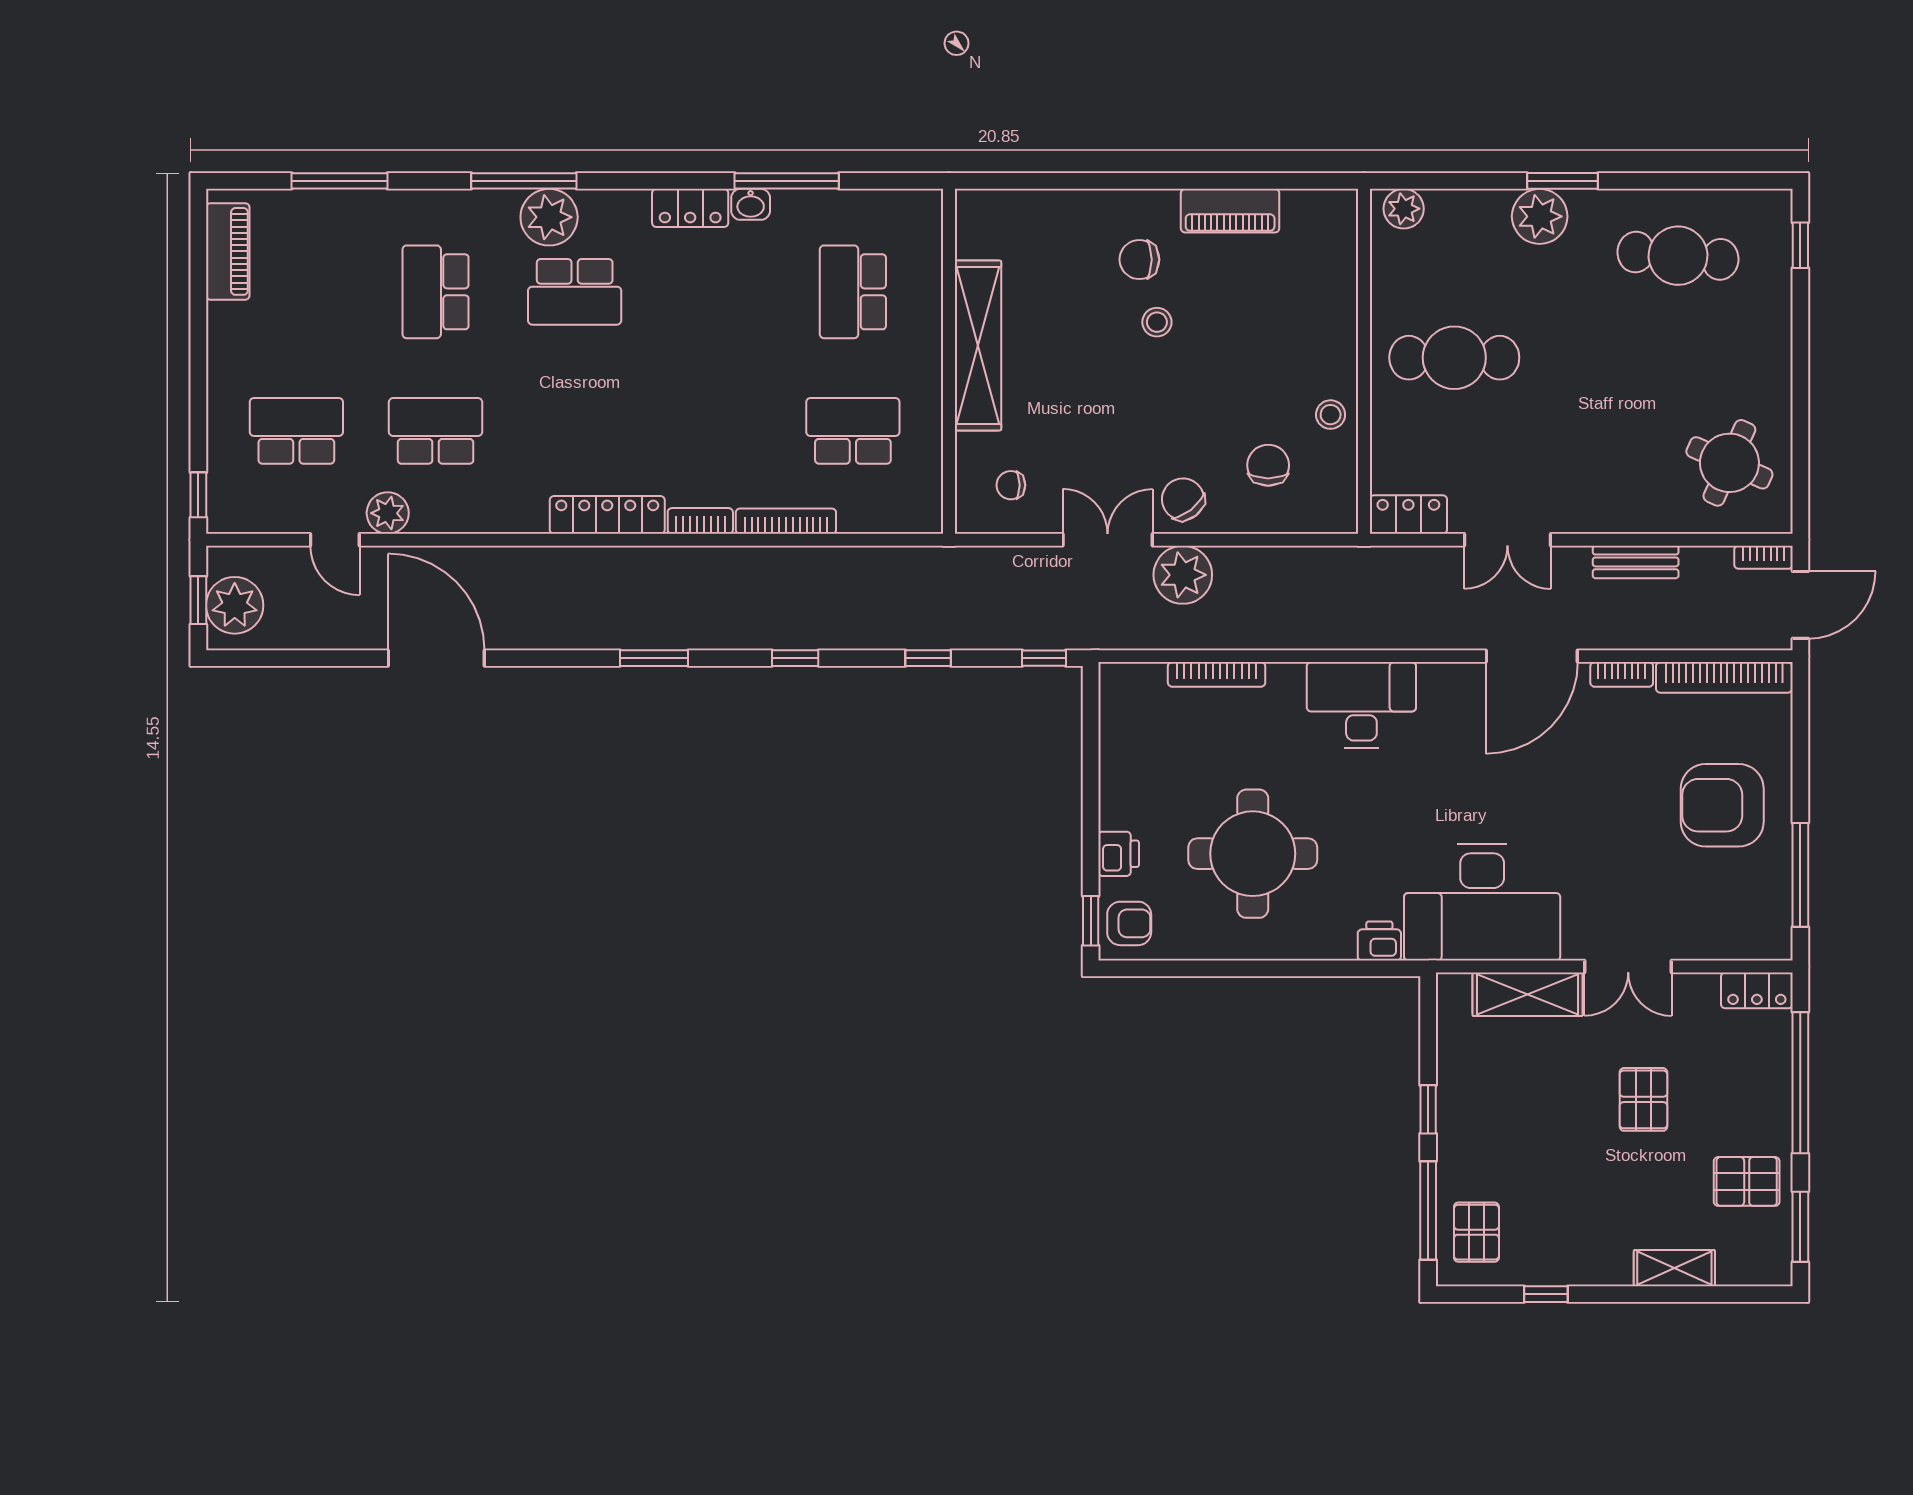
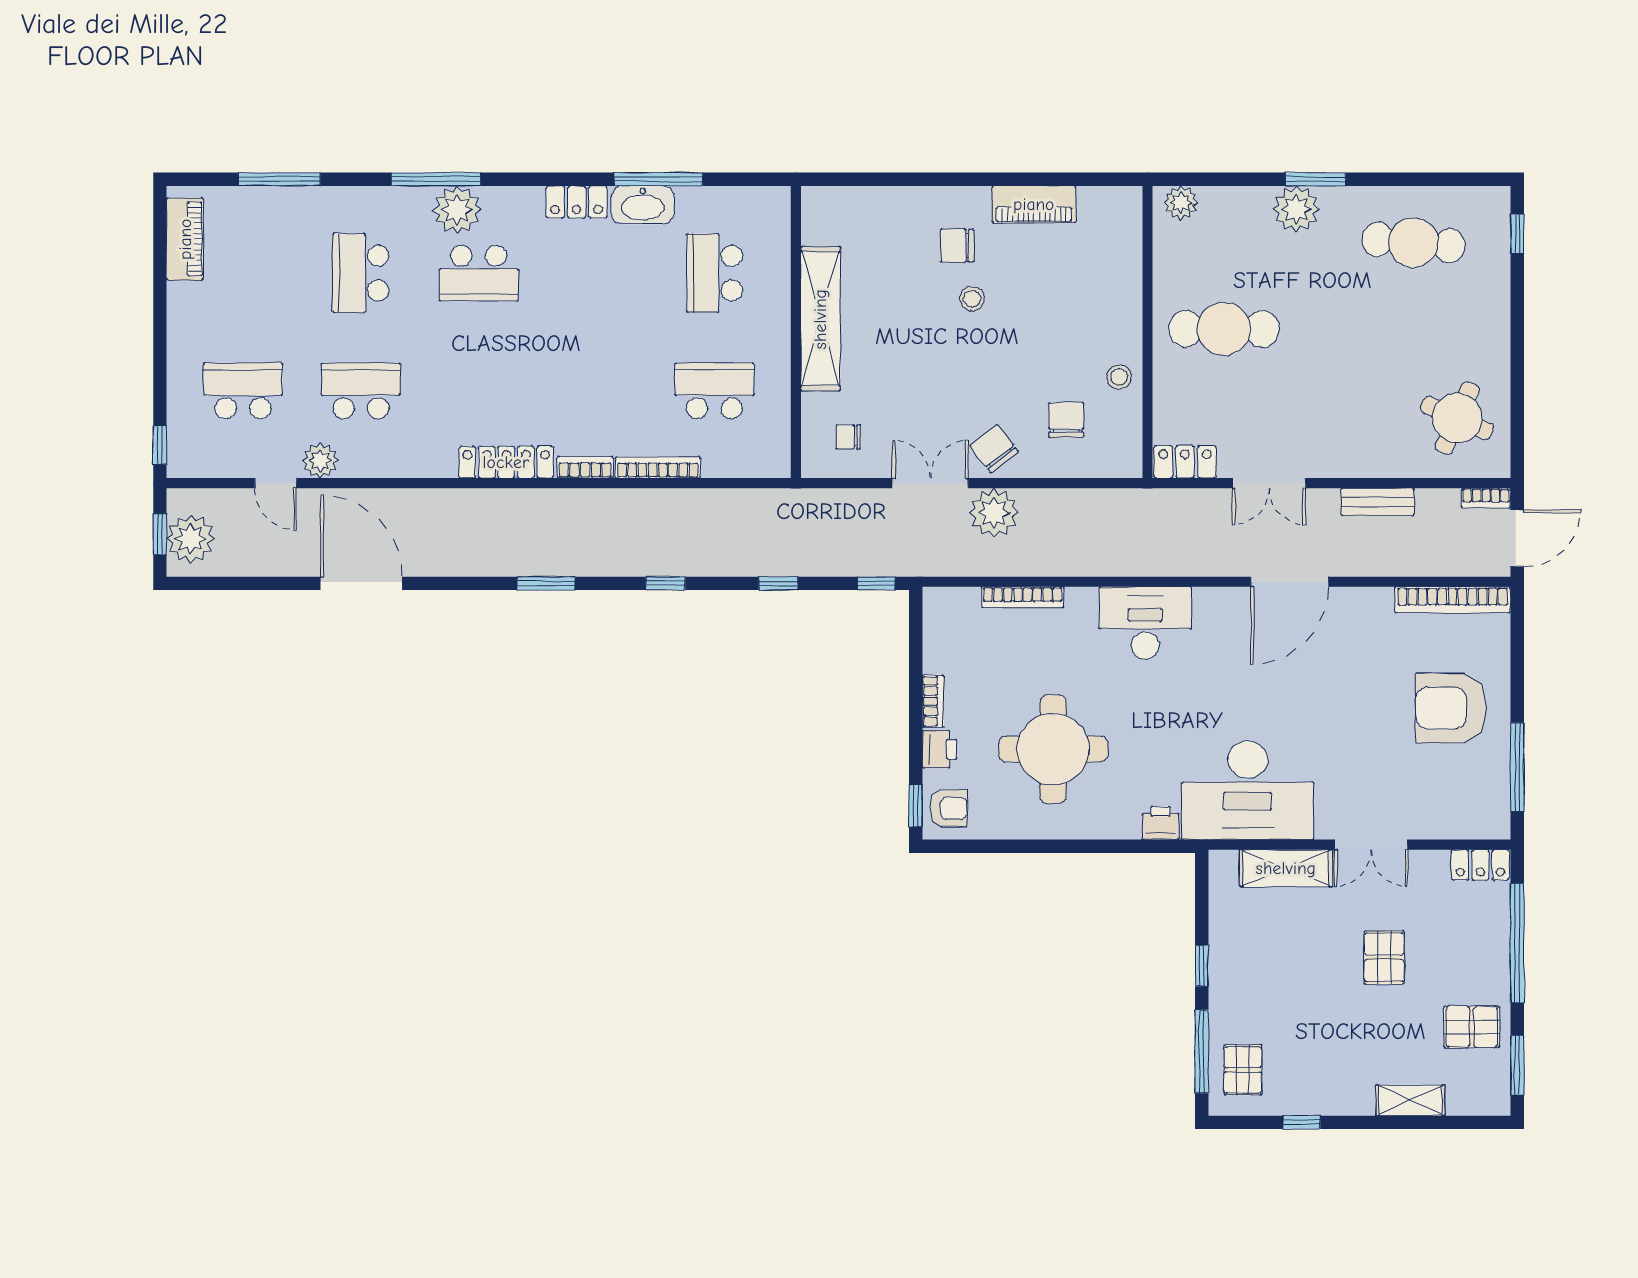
washbasin: (751, 204) -> (643, 205), width x1.91, depth x1.45
bookcase: (1622, 674) -> (933, 701), moved, turned -90

